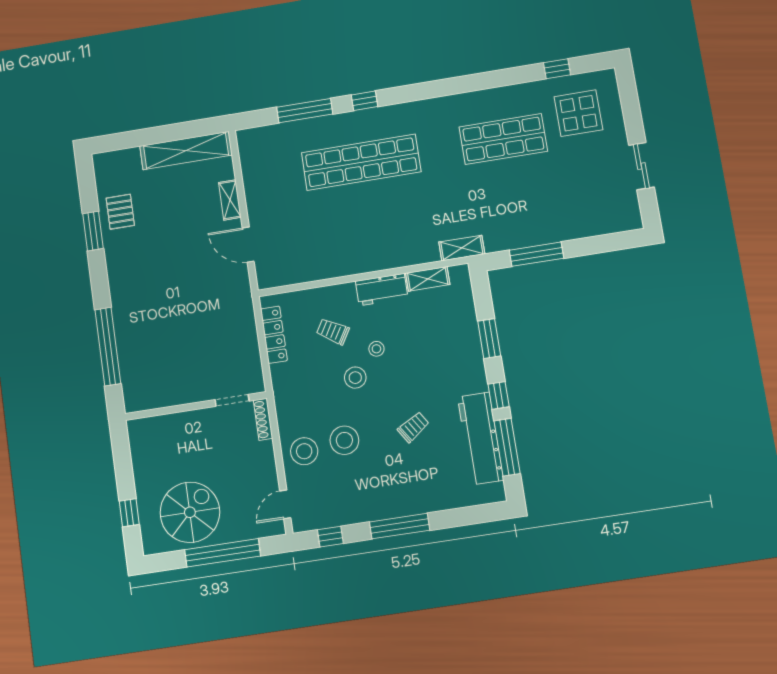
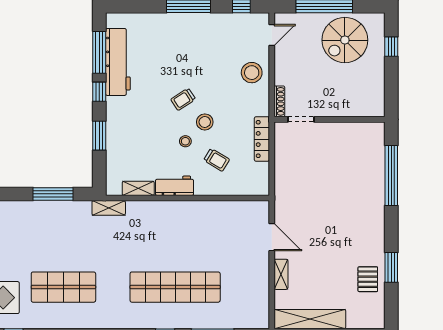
locker: (274, 335) -> (262, 139), moved
trolley: (413, 427) -> (183, 99), moved
stool: (344, 440) -> (220, 76), removed

